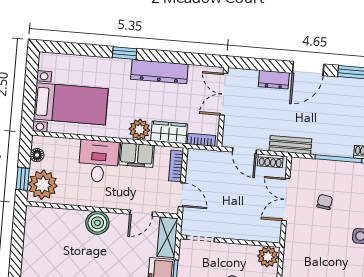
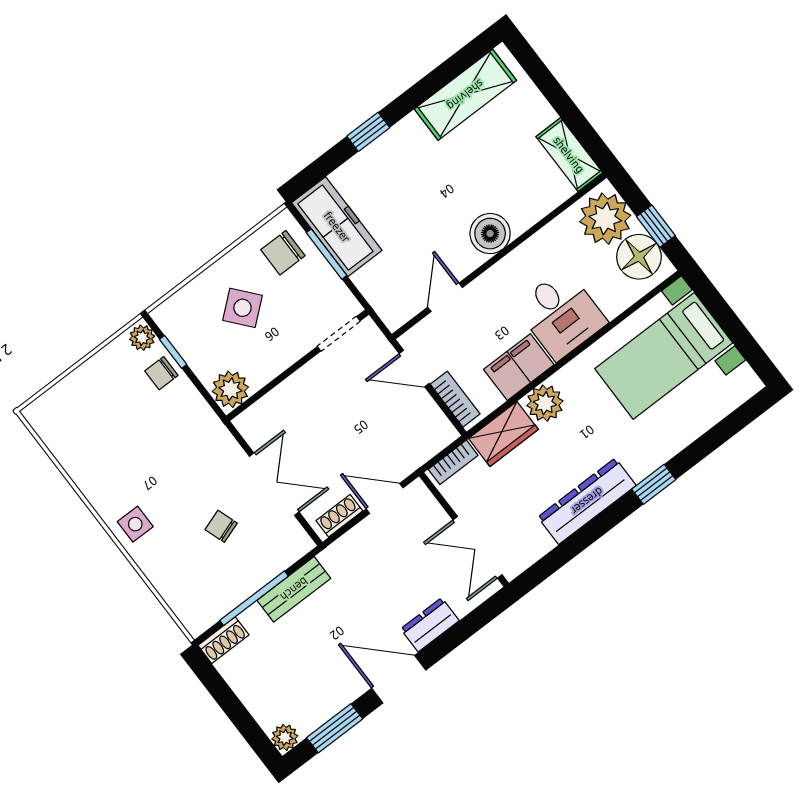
door: (308, 69) -> (399, 679), hinge flipped
double door: (224, 94) -> (477, 547), swing flipped
bench: (290, 145) -> (294, 589), moved
floor lamp: (37, 155) -> (639, 257), width x1.89, depth x1.89
window: (23, 179) -> (656, 226), moved
chair: (325, 202) -> (221, 526), turned 152
shelving: (167, 237) -> (569, 155), moved

